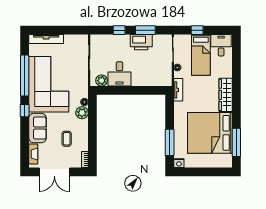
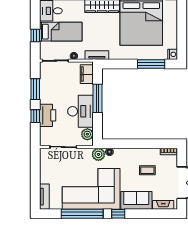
tv unit: (46, 39) -> (44, 197), width x0.71
printer: (141, 42) -> (48, 115), moved
desk: (119, 74) -> (80, 111), width x1.37
filing cabinet: (160, 80) -> (87, 74), added
window: (136, 90) -> (98, 98), added
plant: (82, 113) -> (98, 154), moved

